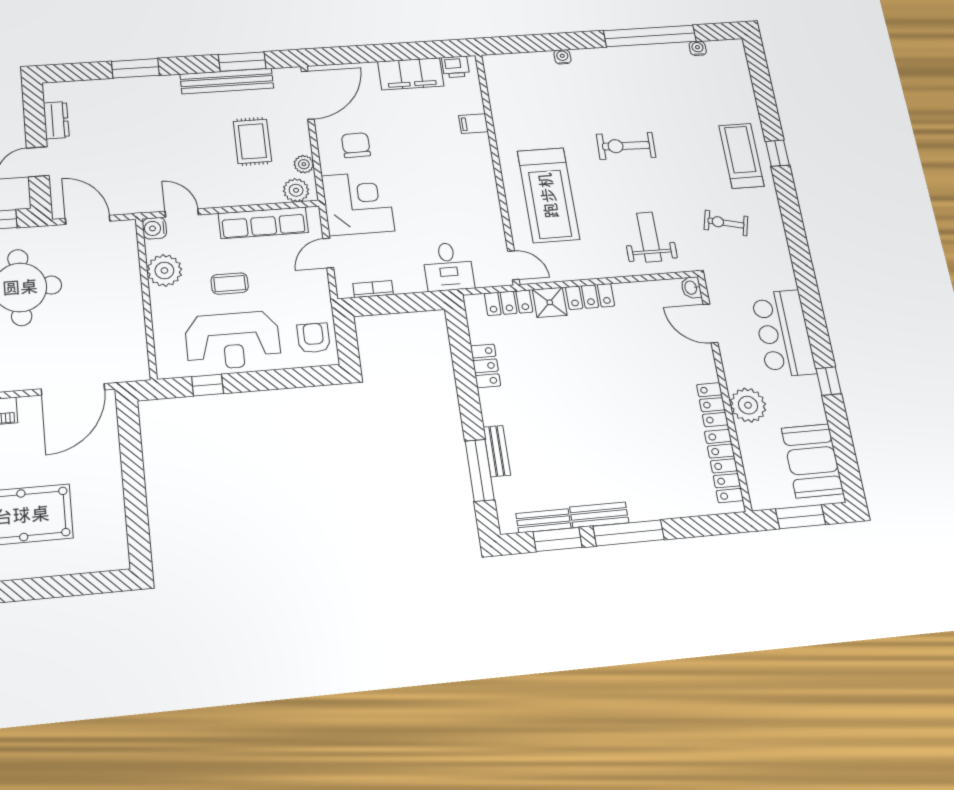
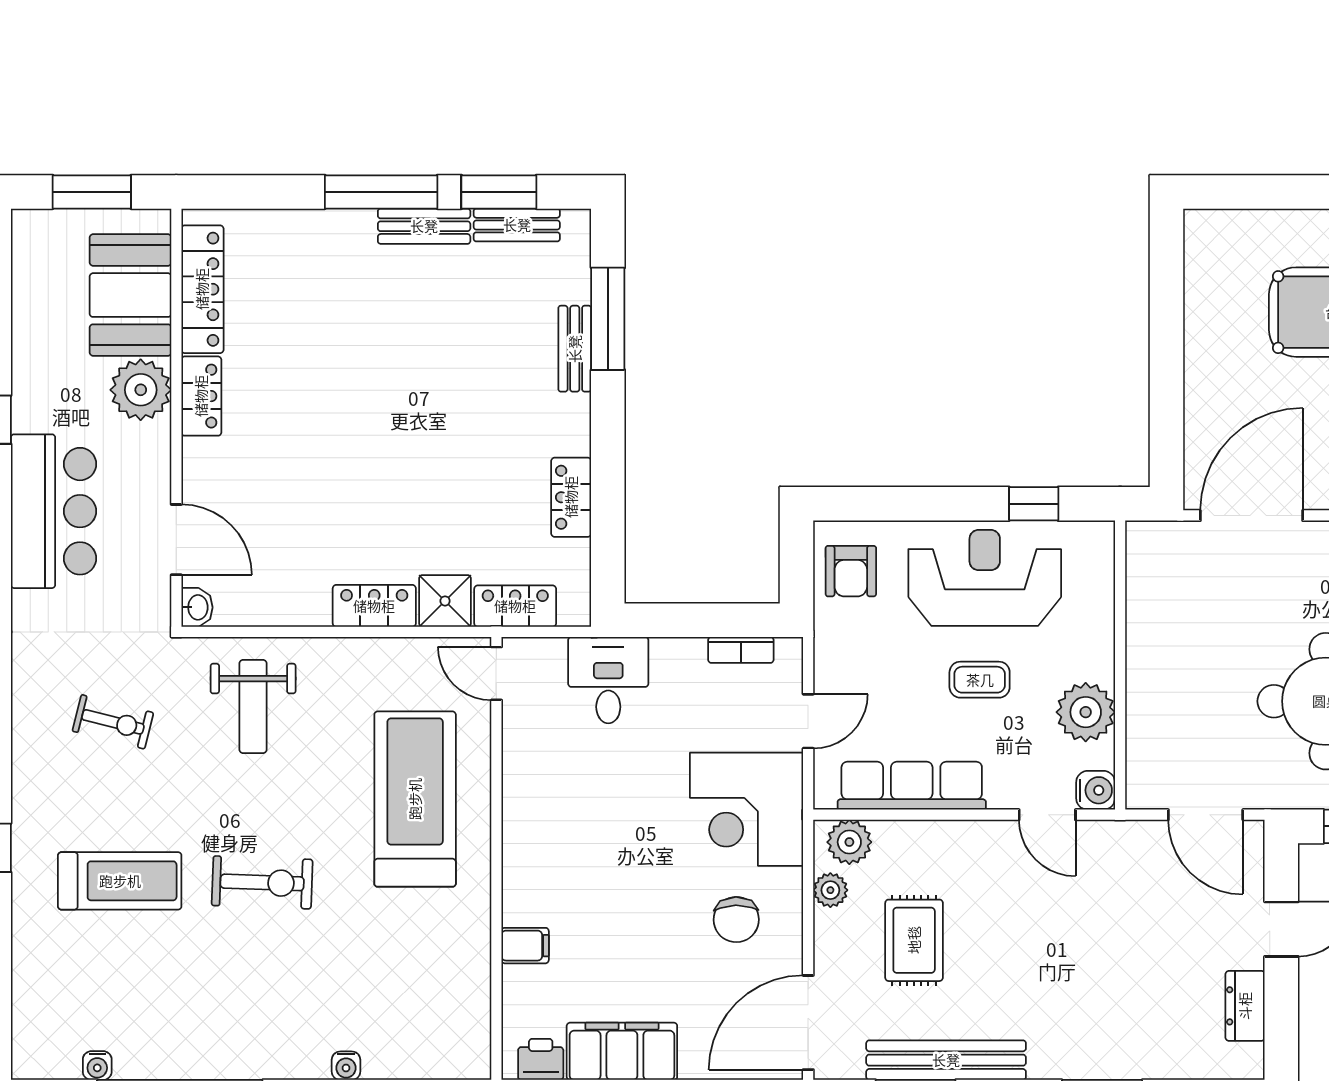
treadmill: (741, 156) -> (120, 881), moved, turned -90
booth: (812, 461) -> (130, 295), moved

